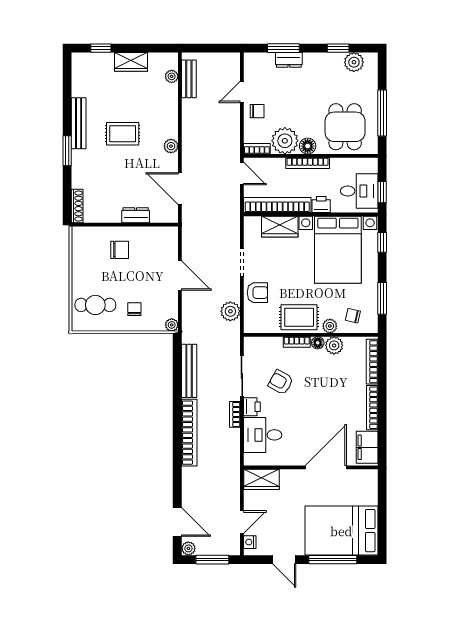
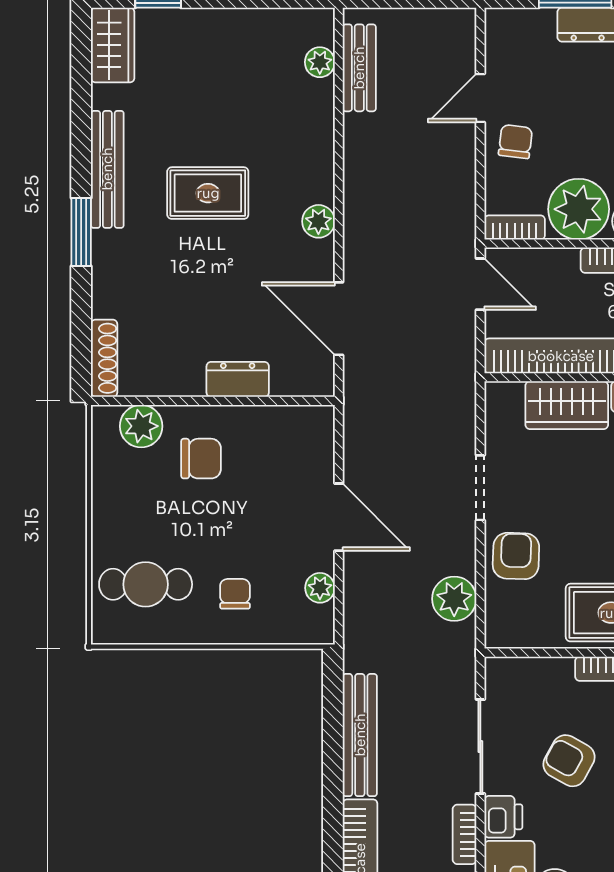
wardrobe: (131, 62) -> (113, 45), moved, turned -90
chair: (257, 111) -> (515, 142), turned -83
plant: (93, 236) -> (141, 426), added
armchair: (257, 293) -> (516, 556), turned -88
plant: (172, 325) -> (320, 588), moved

